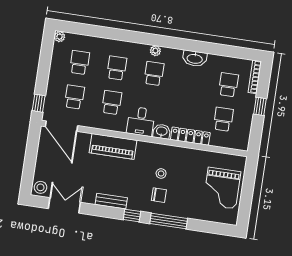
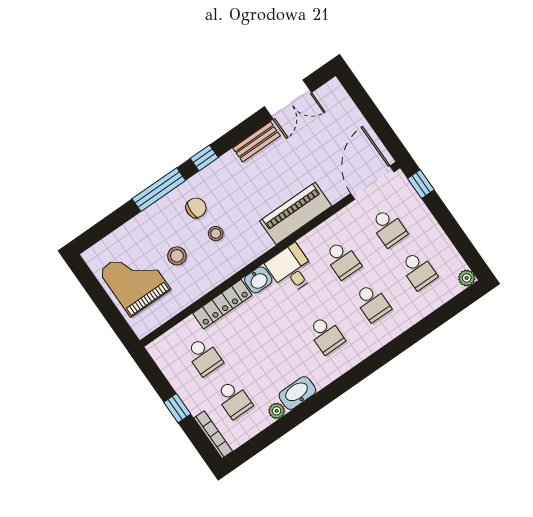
plant: (155, 51) -> (277, 411), moved
door: (62, 126) -> (372, 183), hinge flipped
stool: (40, 187) -> (177, 256), moved
chair: (159, 195) -> (196, 208), turned 180
bench: (111, 201) -> (256, 142), moved

